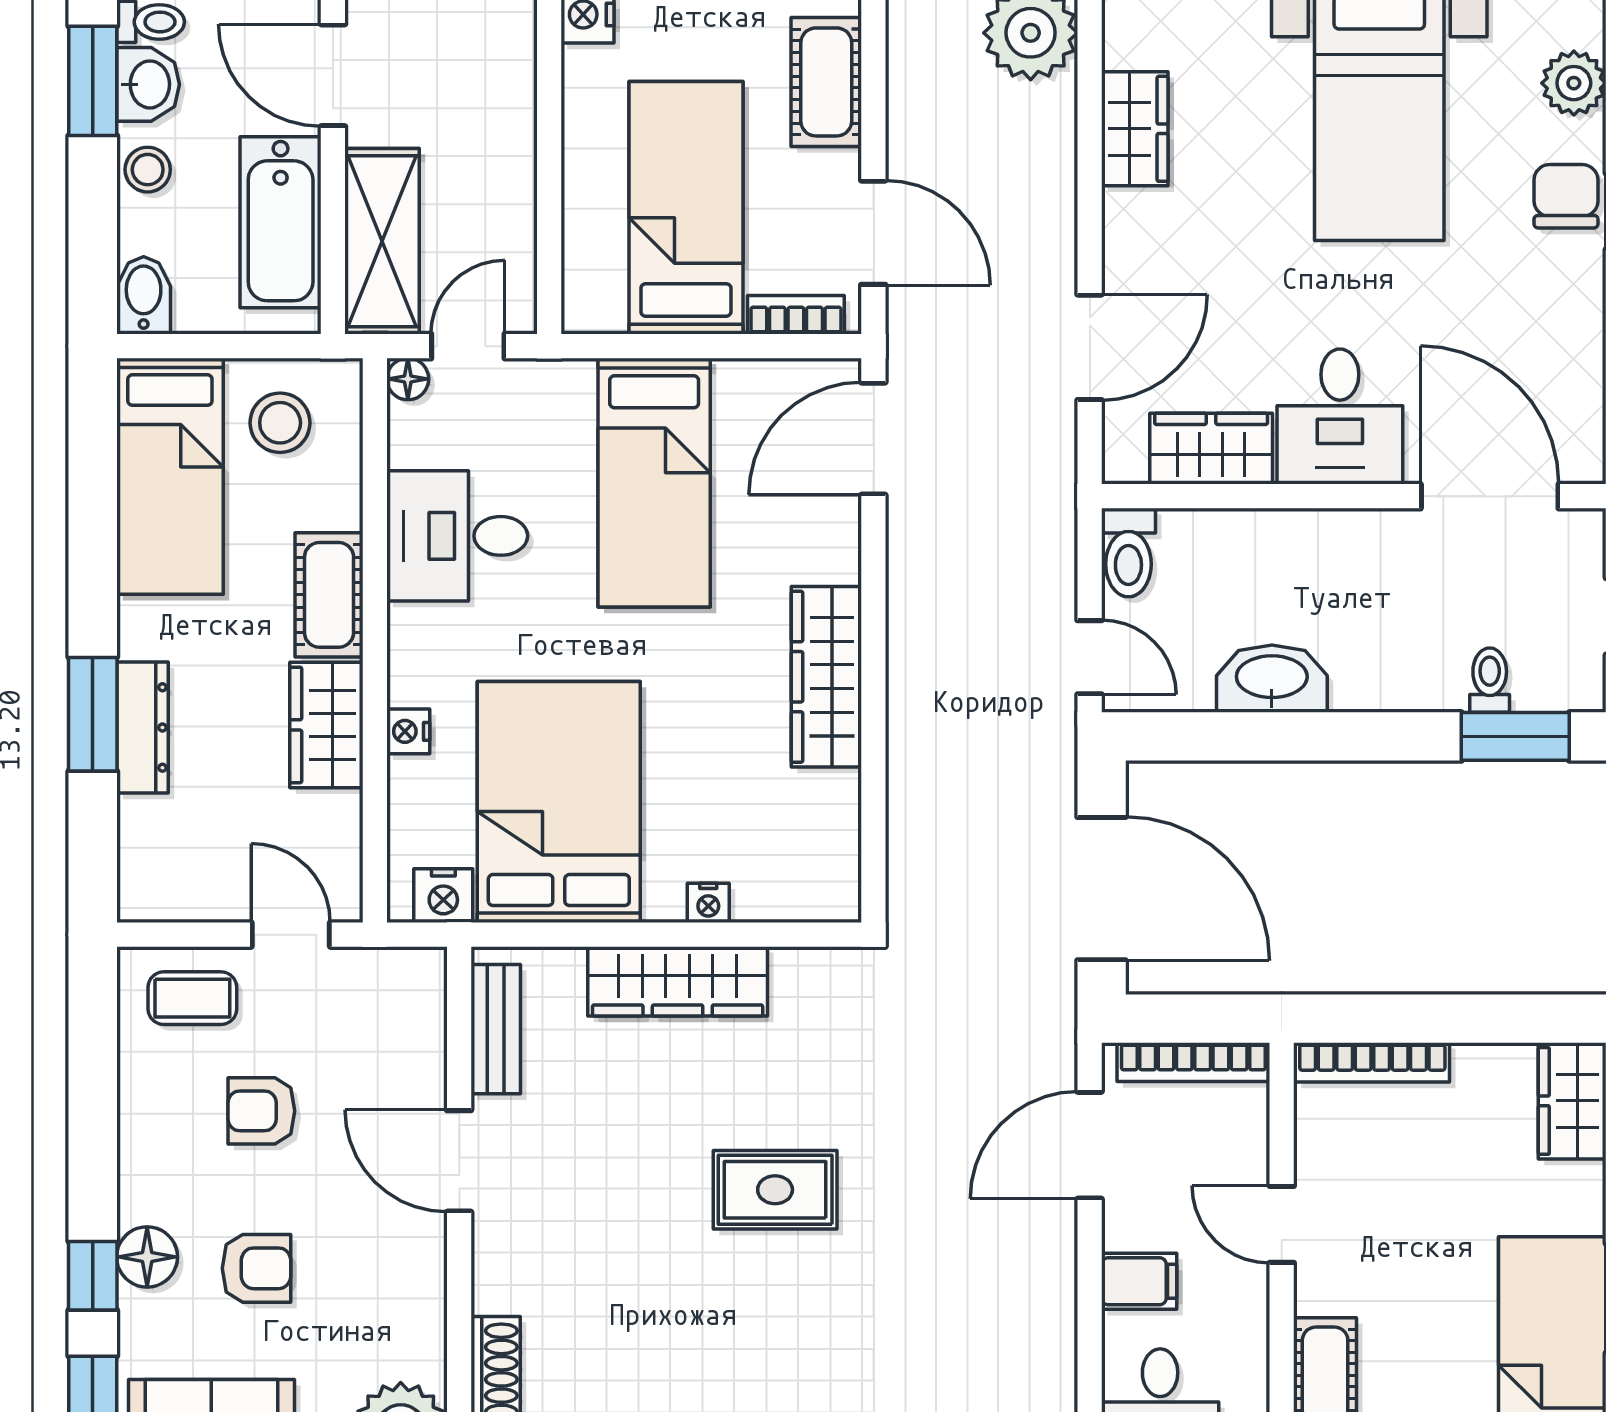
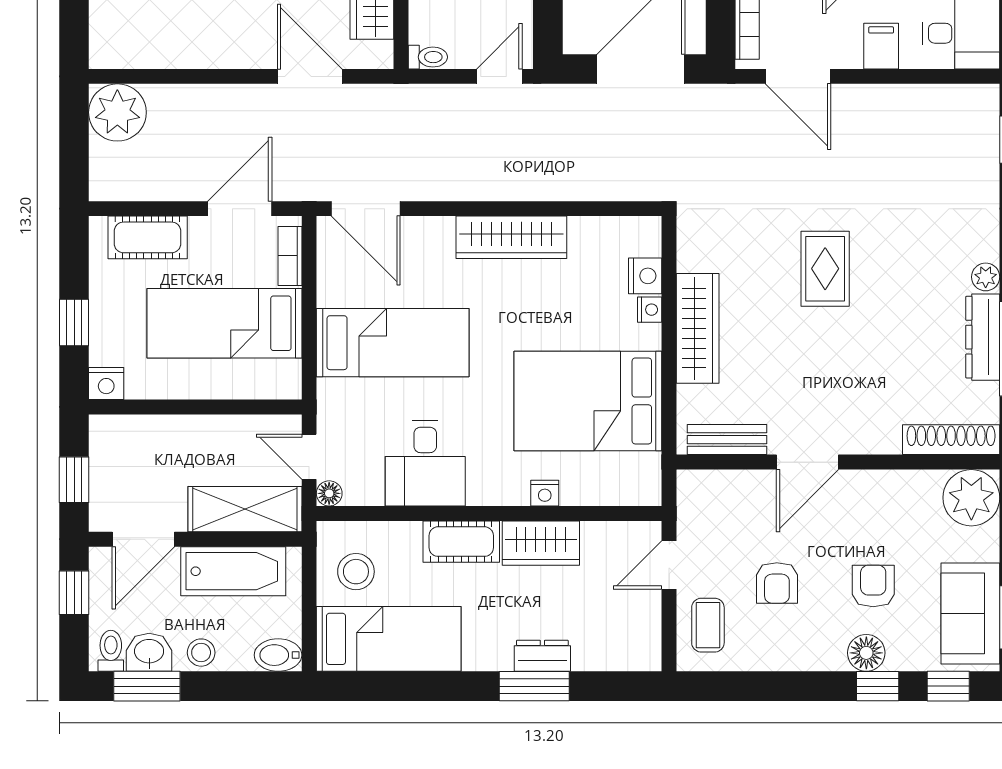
wardrobe: (1135, 129) -> (176, 49), removed
toilet: (1128, 553) -> (428, 57), width x0.73, depth x0.72
dresser: (142, 727) -> (542, 656), width x0.70
nightstand: (443, 896) -> (645, 276), moved

